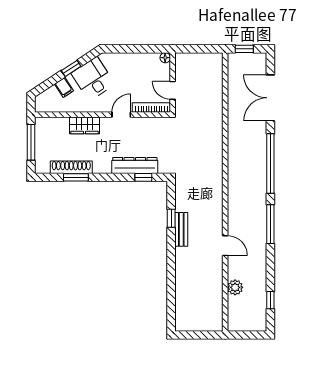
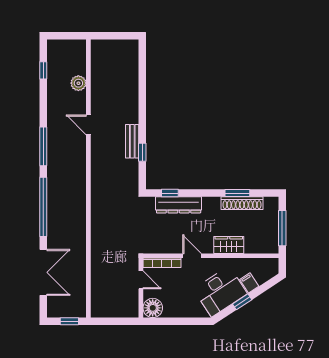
floor lamp: (165, 58) -> (153, 308), width x1.89, depth x1.89
desk: (93, 79) -> (220, 291), width x1.37
door: (121, 115) -> (192, 256), swing flipped

